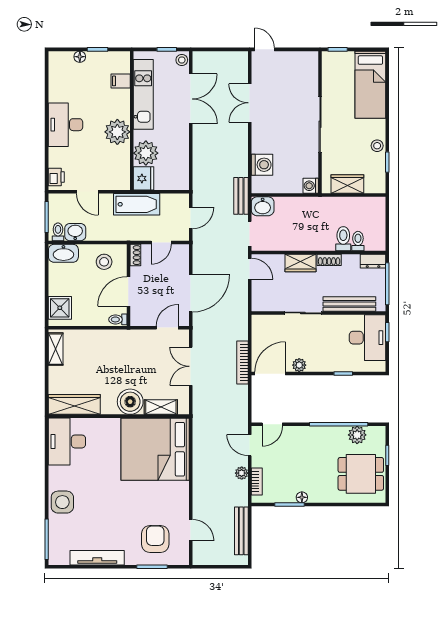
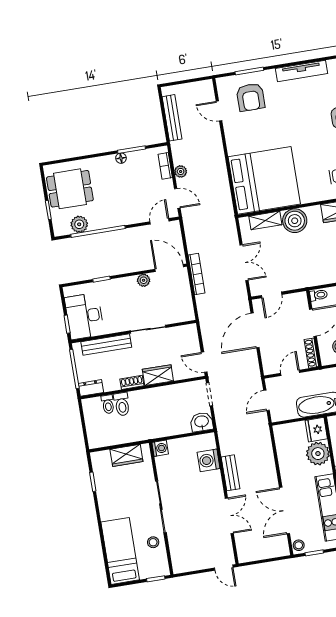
stool: (377, 146) -> (153, 542), moved
bench: (241, 196) -> (230, 473), moved
shoe rack: (135, 255) -> (311, 353), width x1.43
door: (270, 374) -> (169, 268), swing flipped

